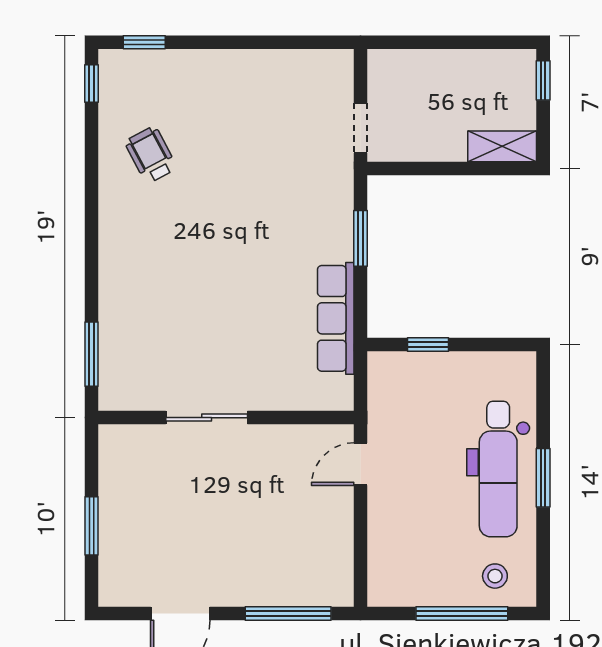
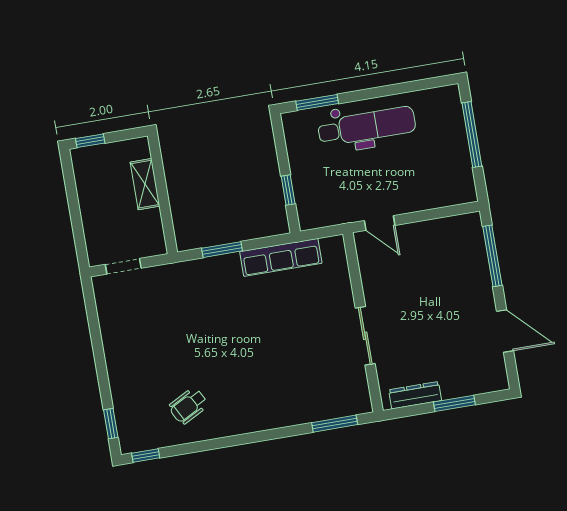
doorway: (360, 128) -> (123, 266), moved
shelving: (502, 146) -> (145, 184), moved
dresser: (112, 473) -> (415, 395), added
window: (543, 478) -> (317, 102), moved
stool: (495, 576) -> (442, 116), removed

